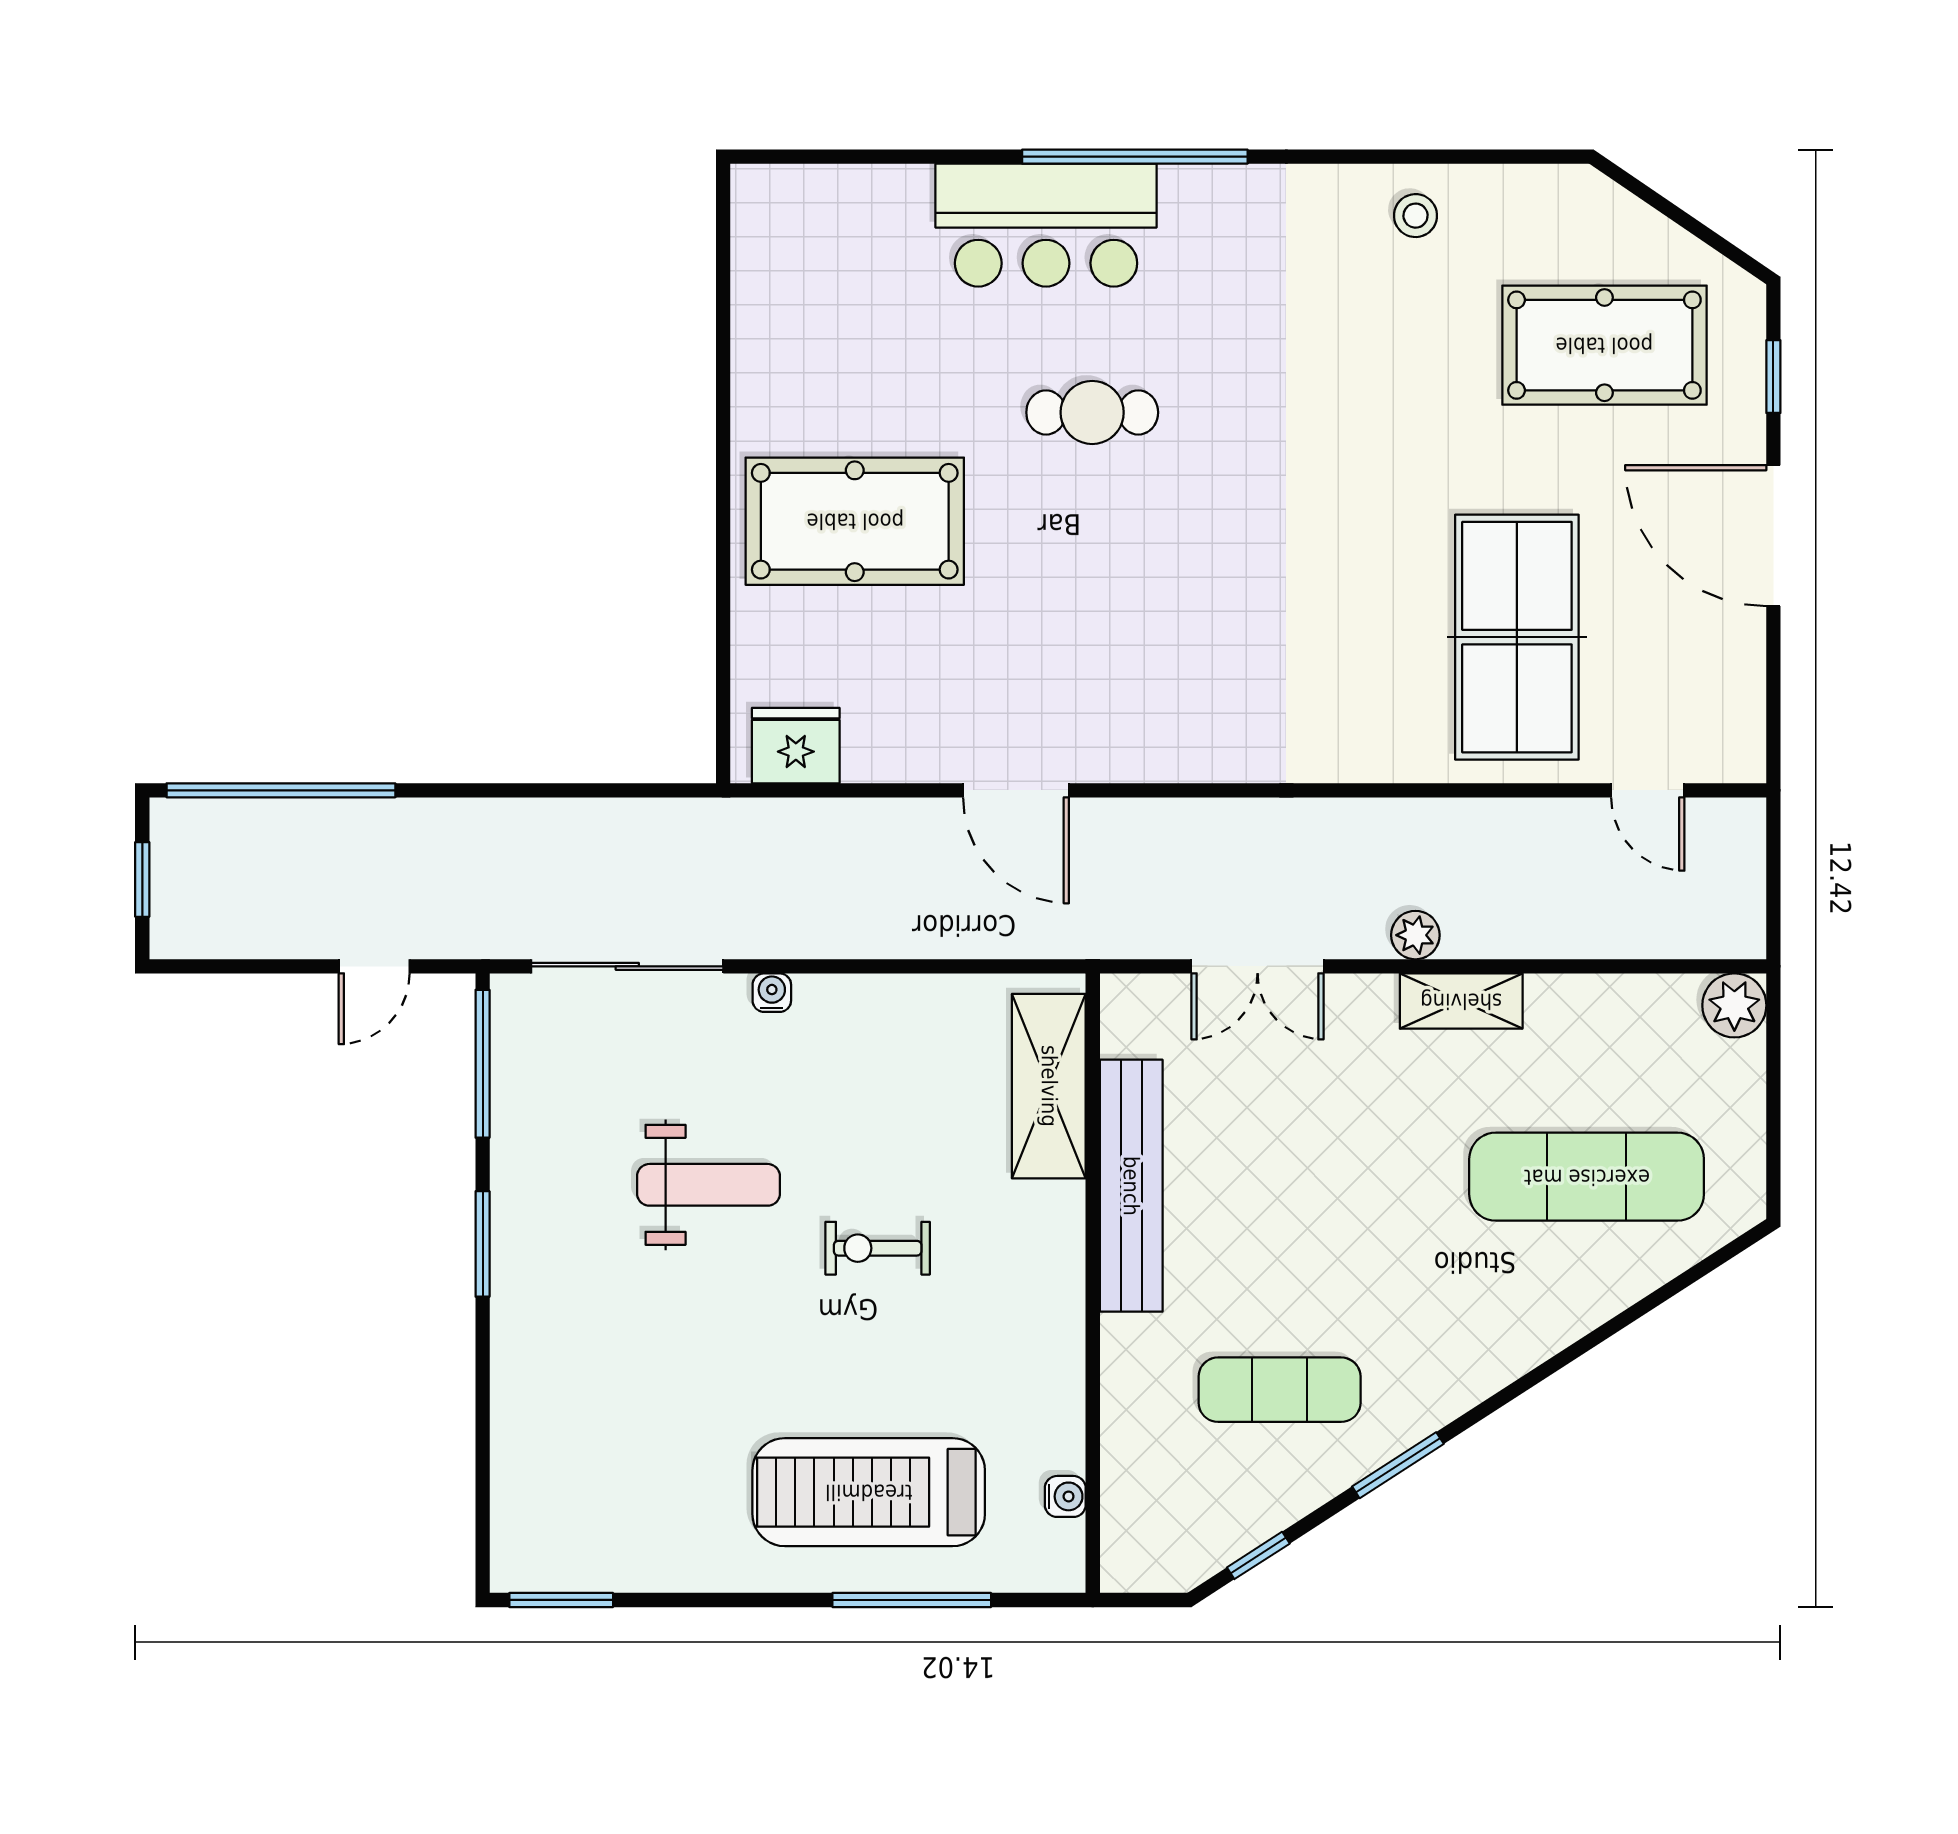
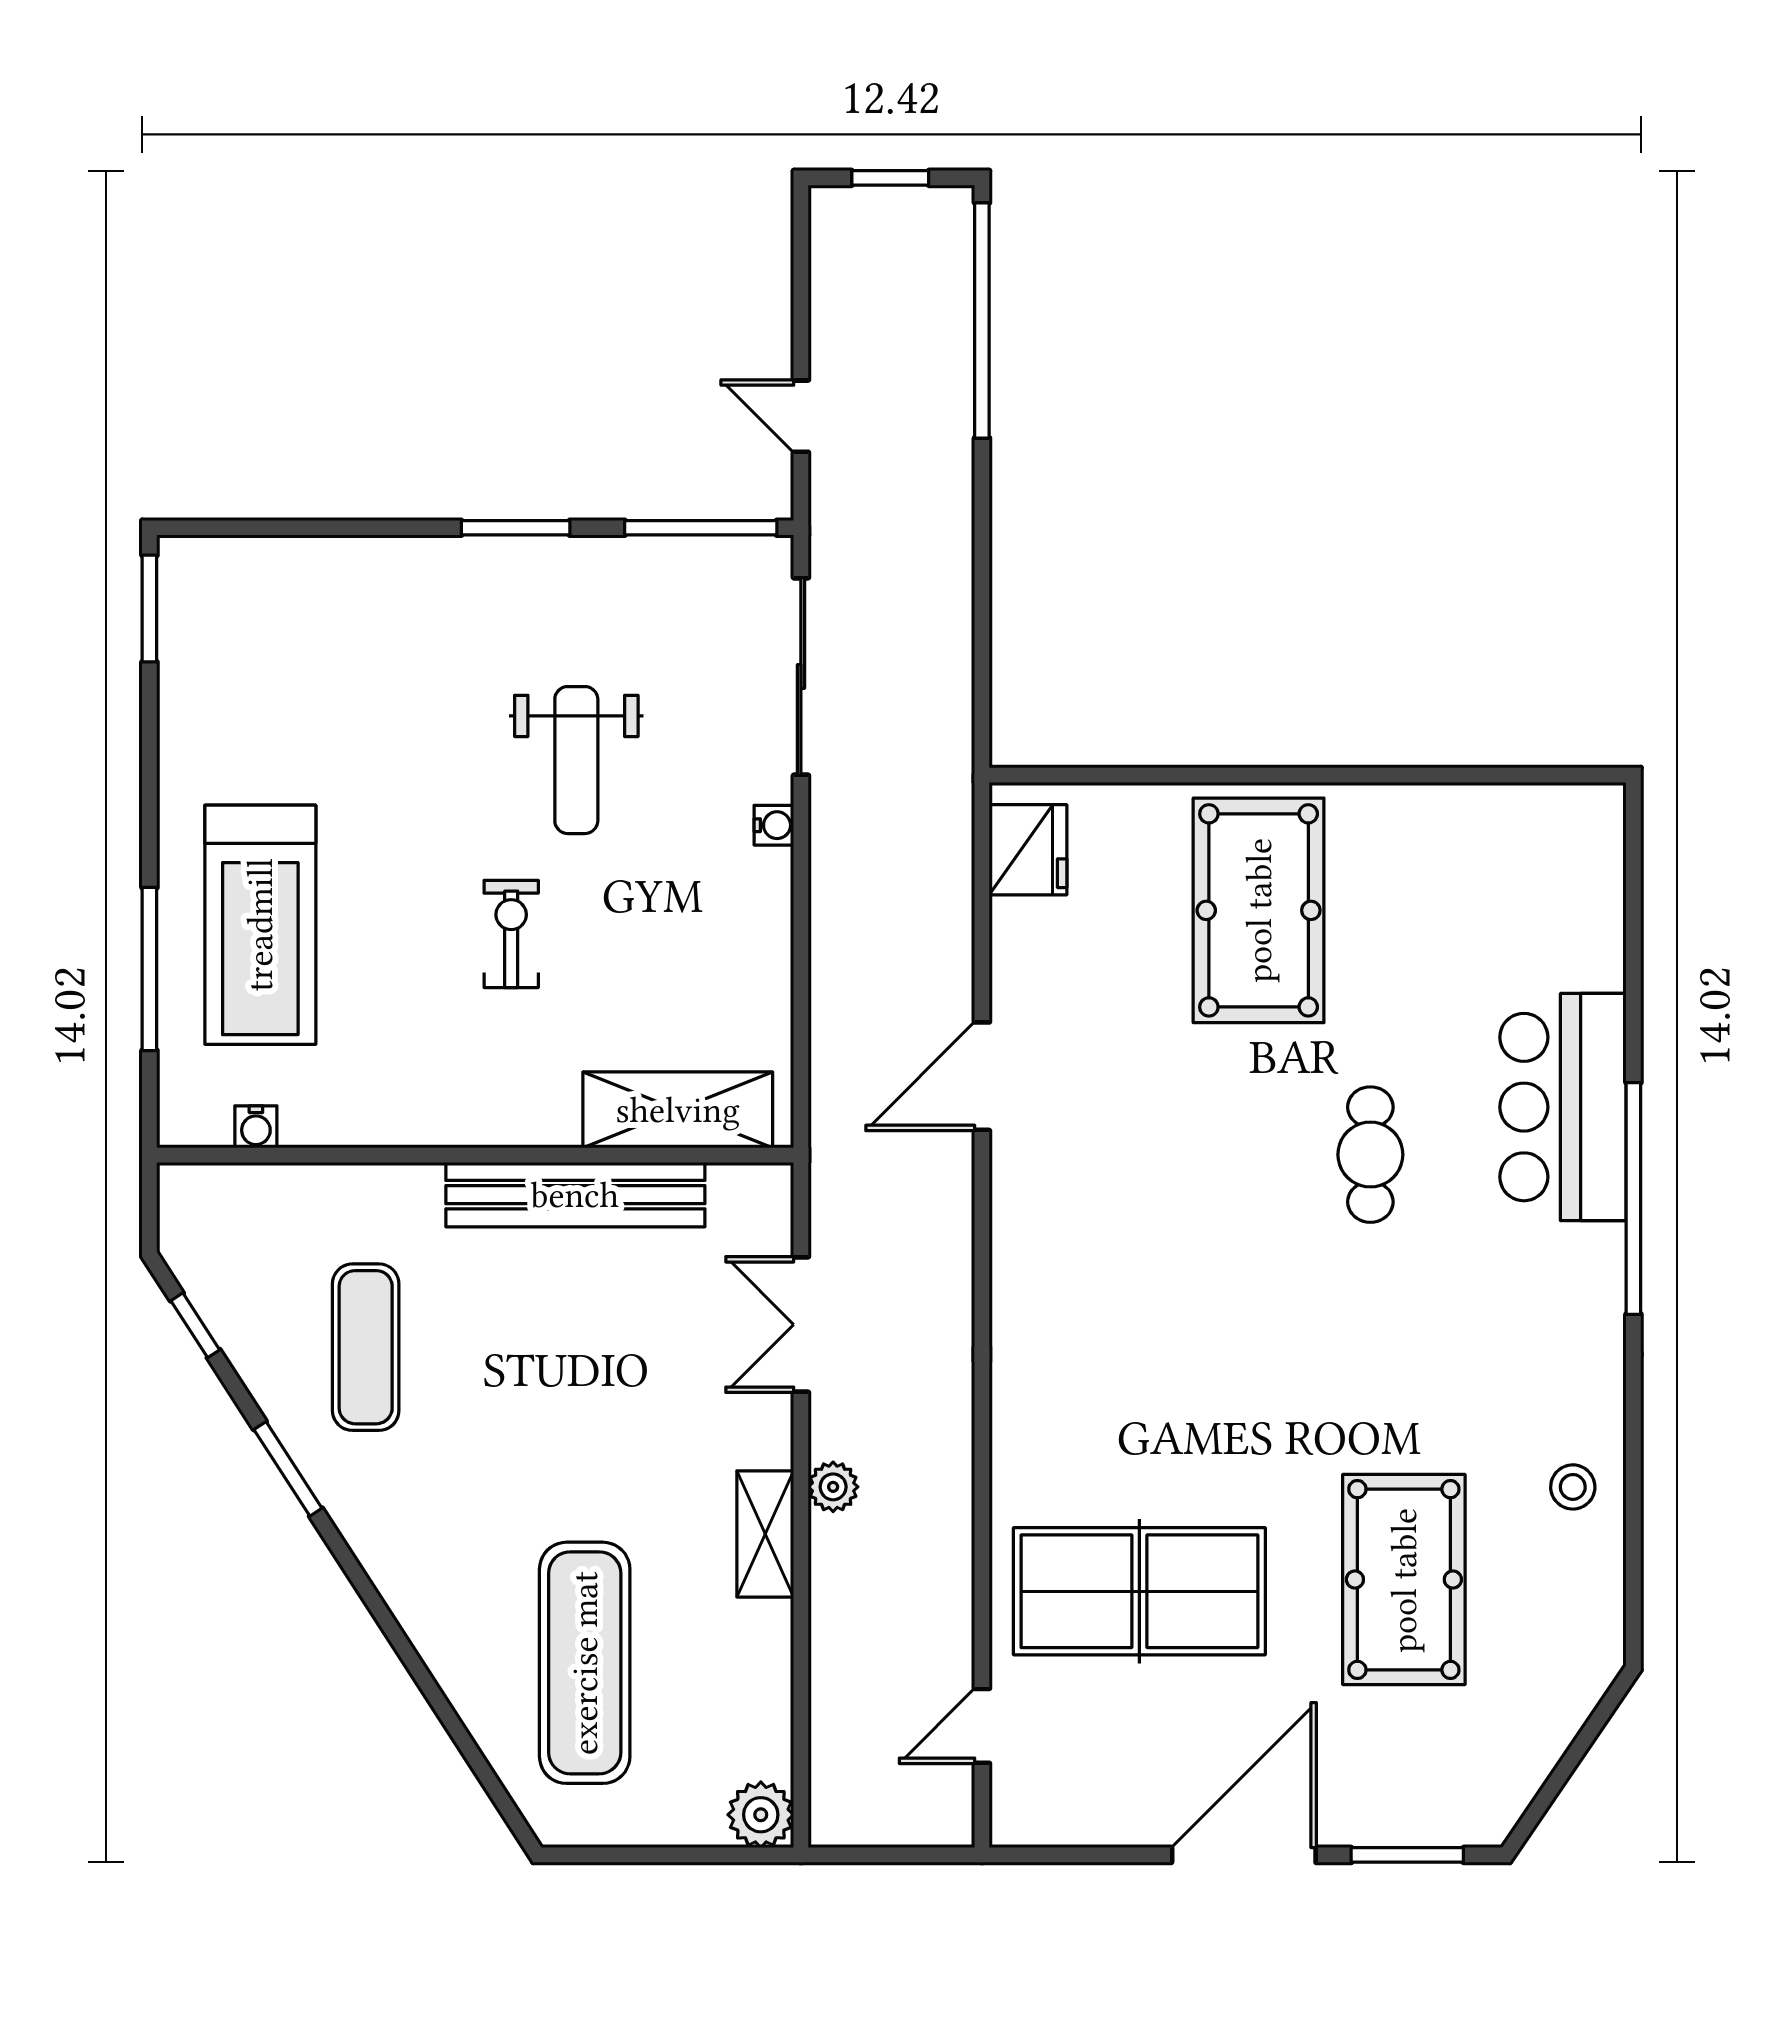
pool table: (1604, 345) -> (1404, 1580), moved
window: (1773, 377) -> (1407, 1855), width x1.50
treadmill: (869, 1492) -> (260, 925), turned 180

